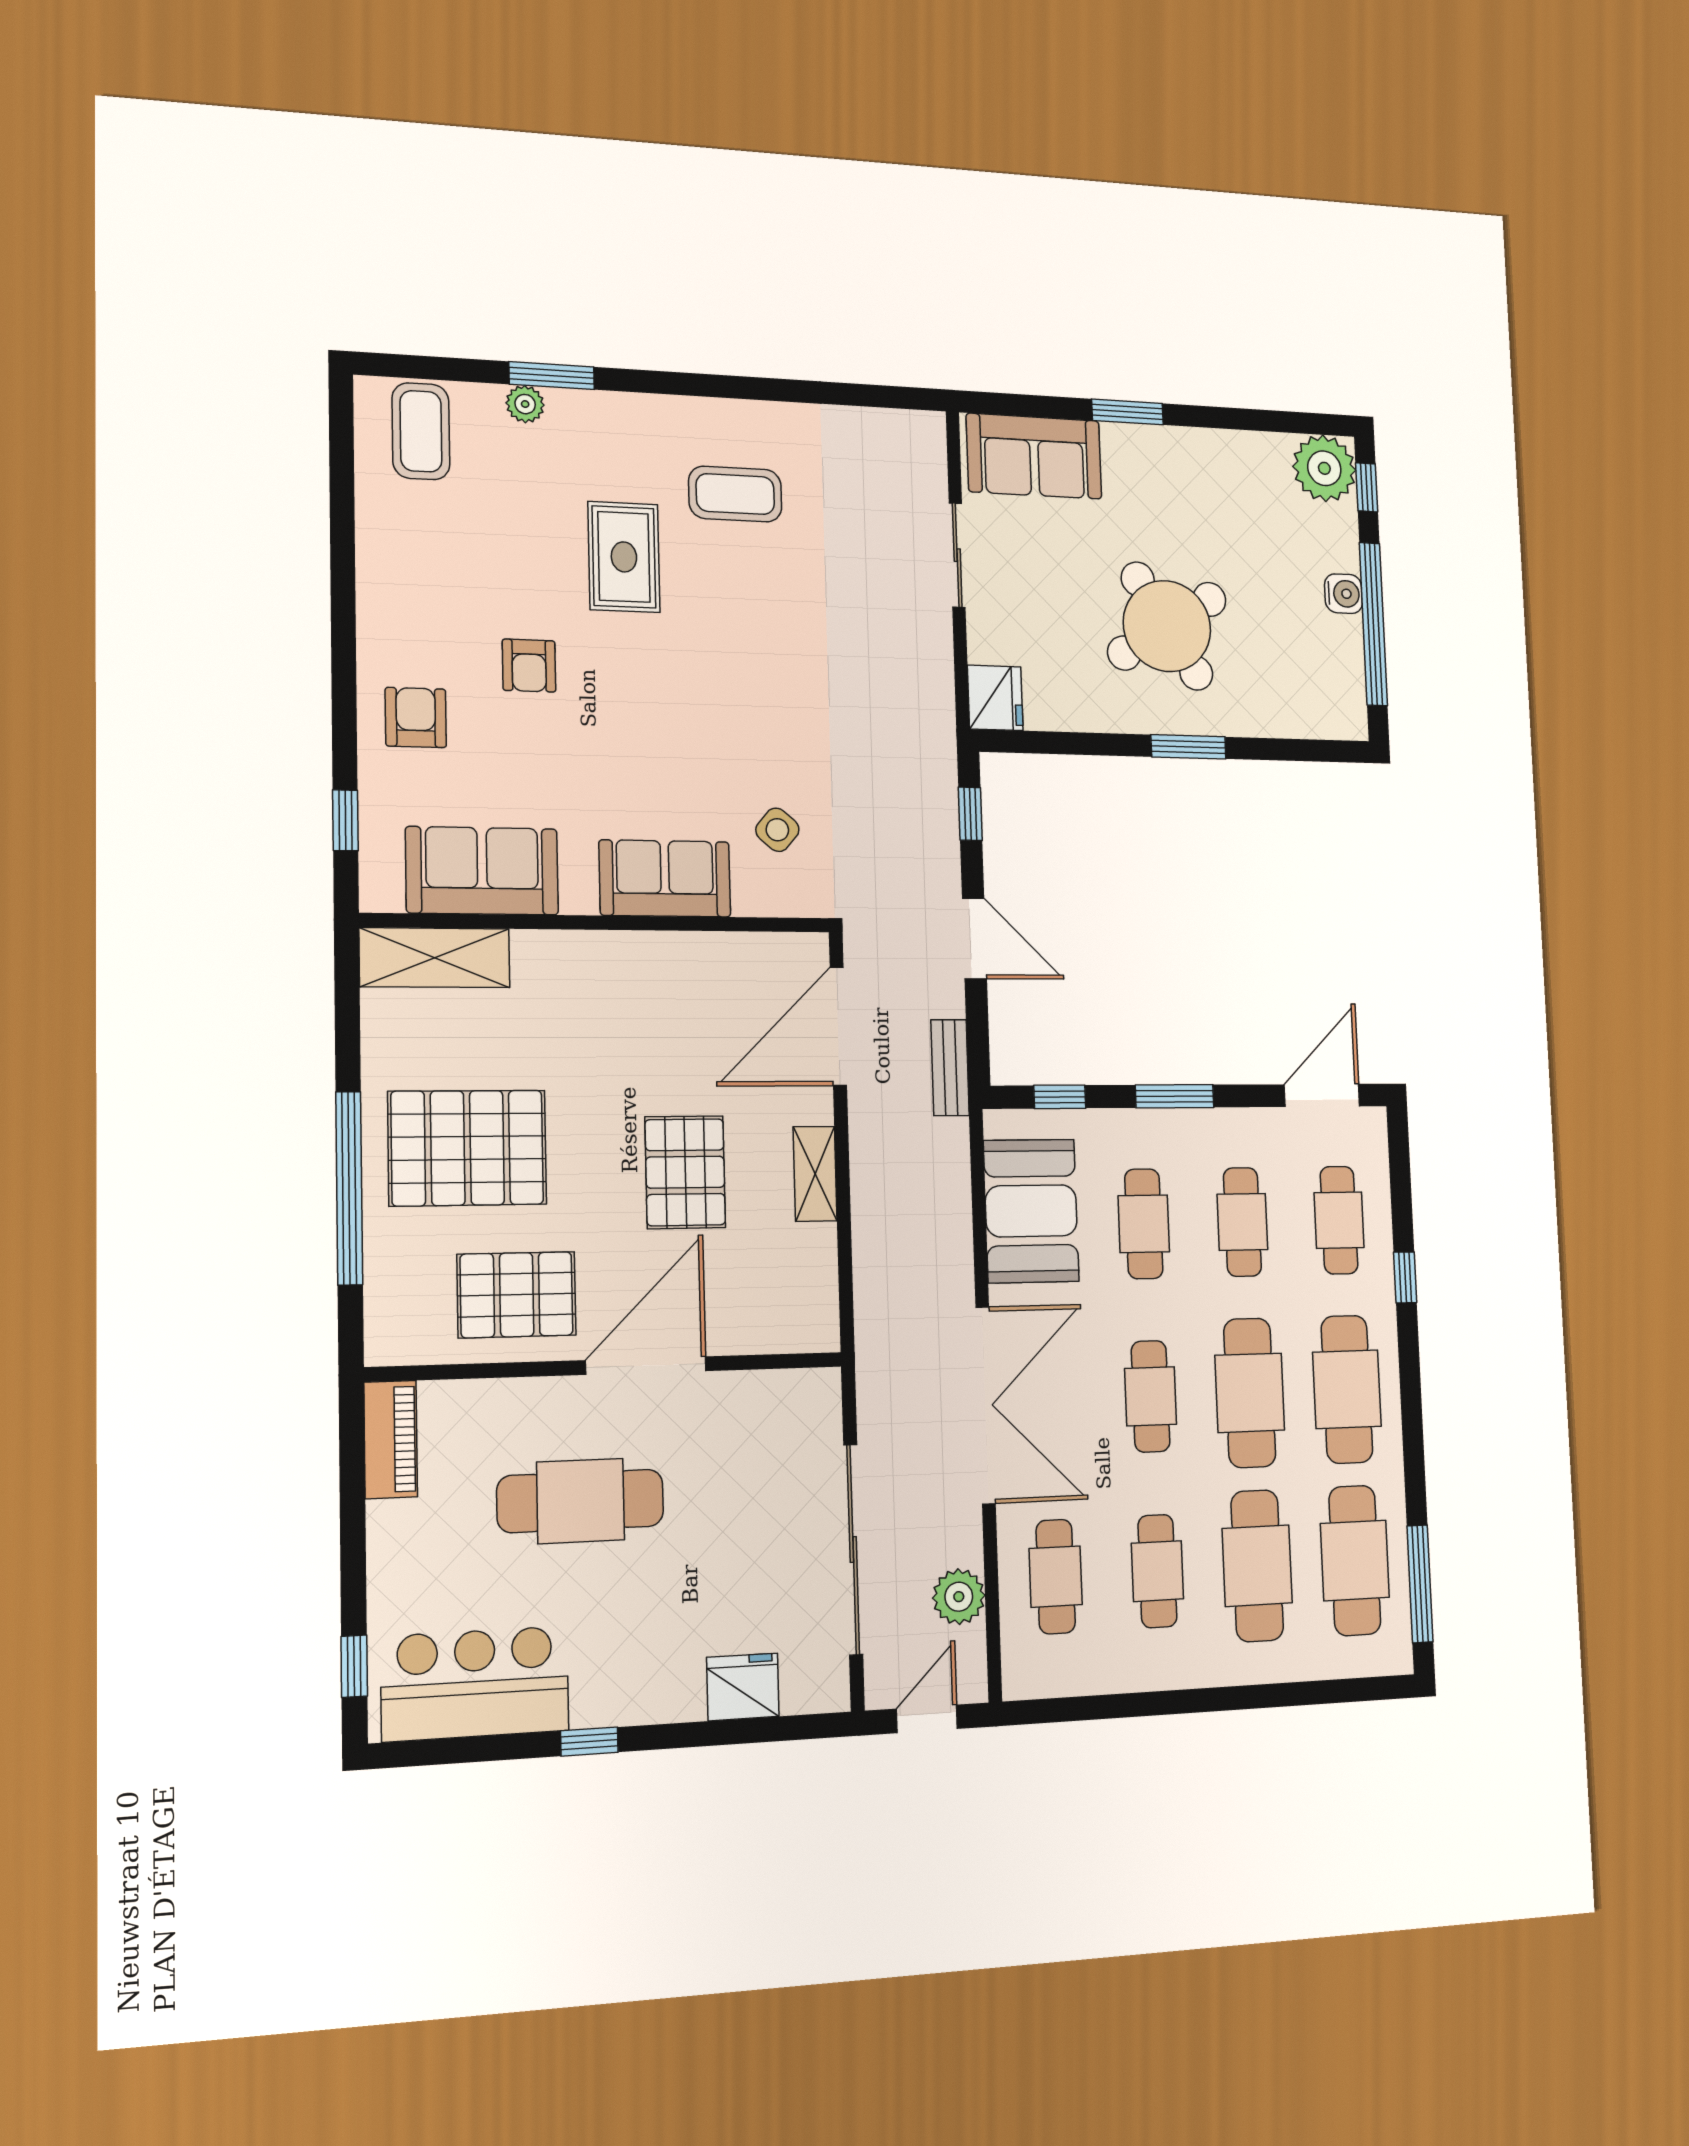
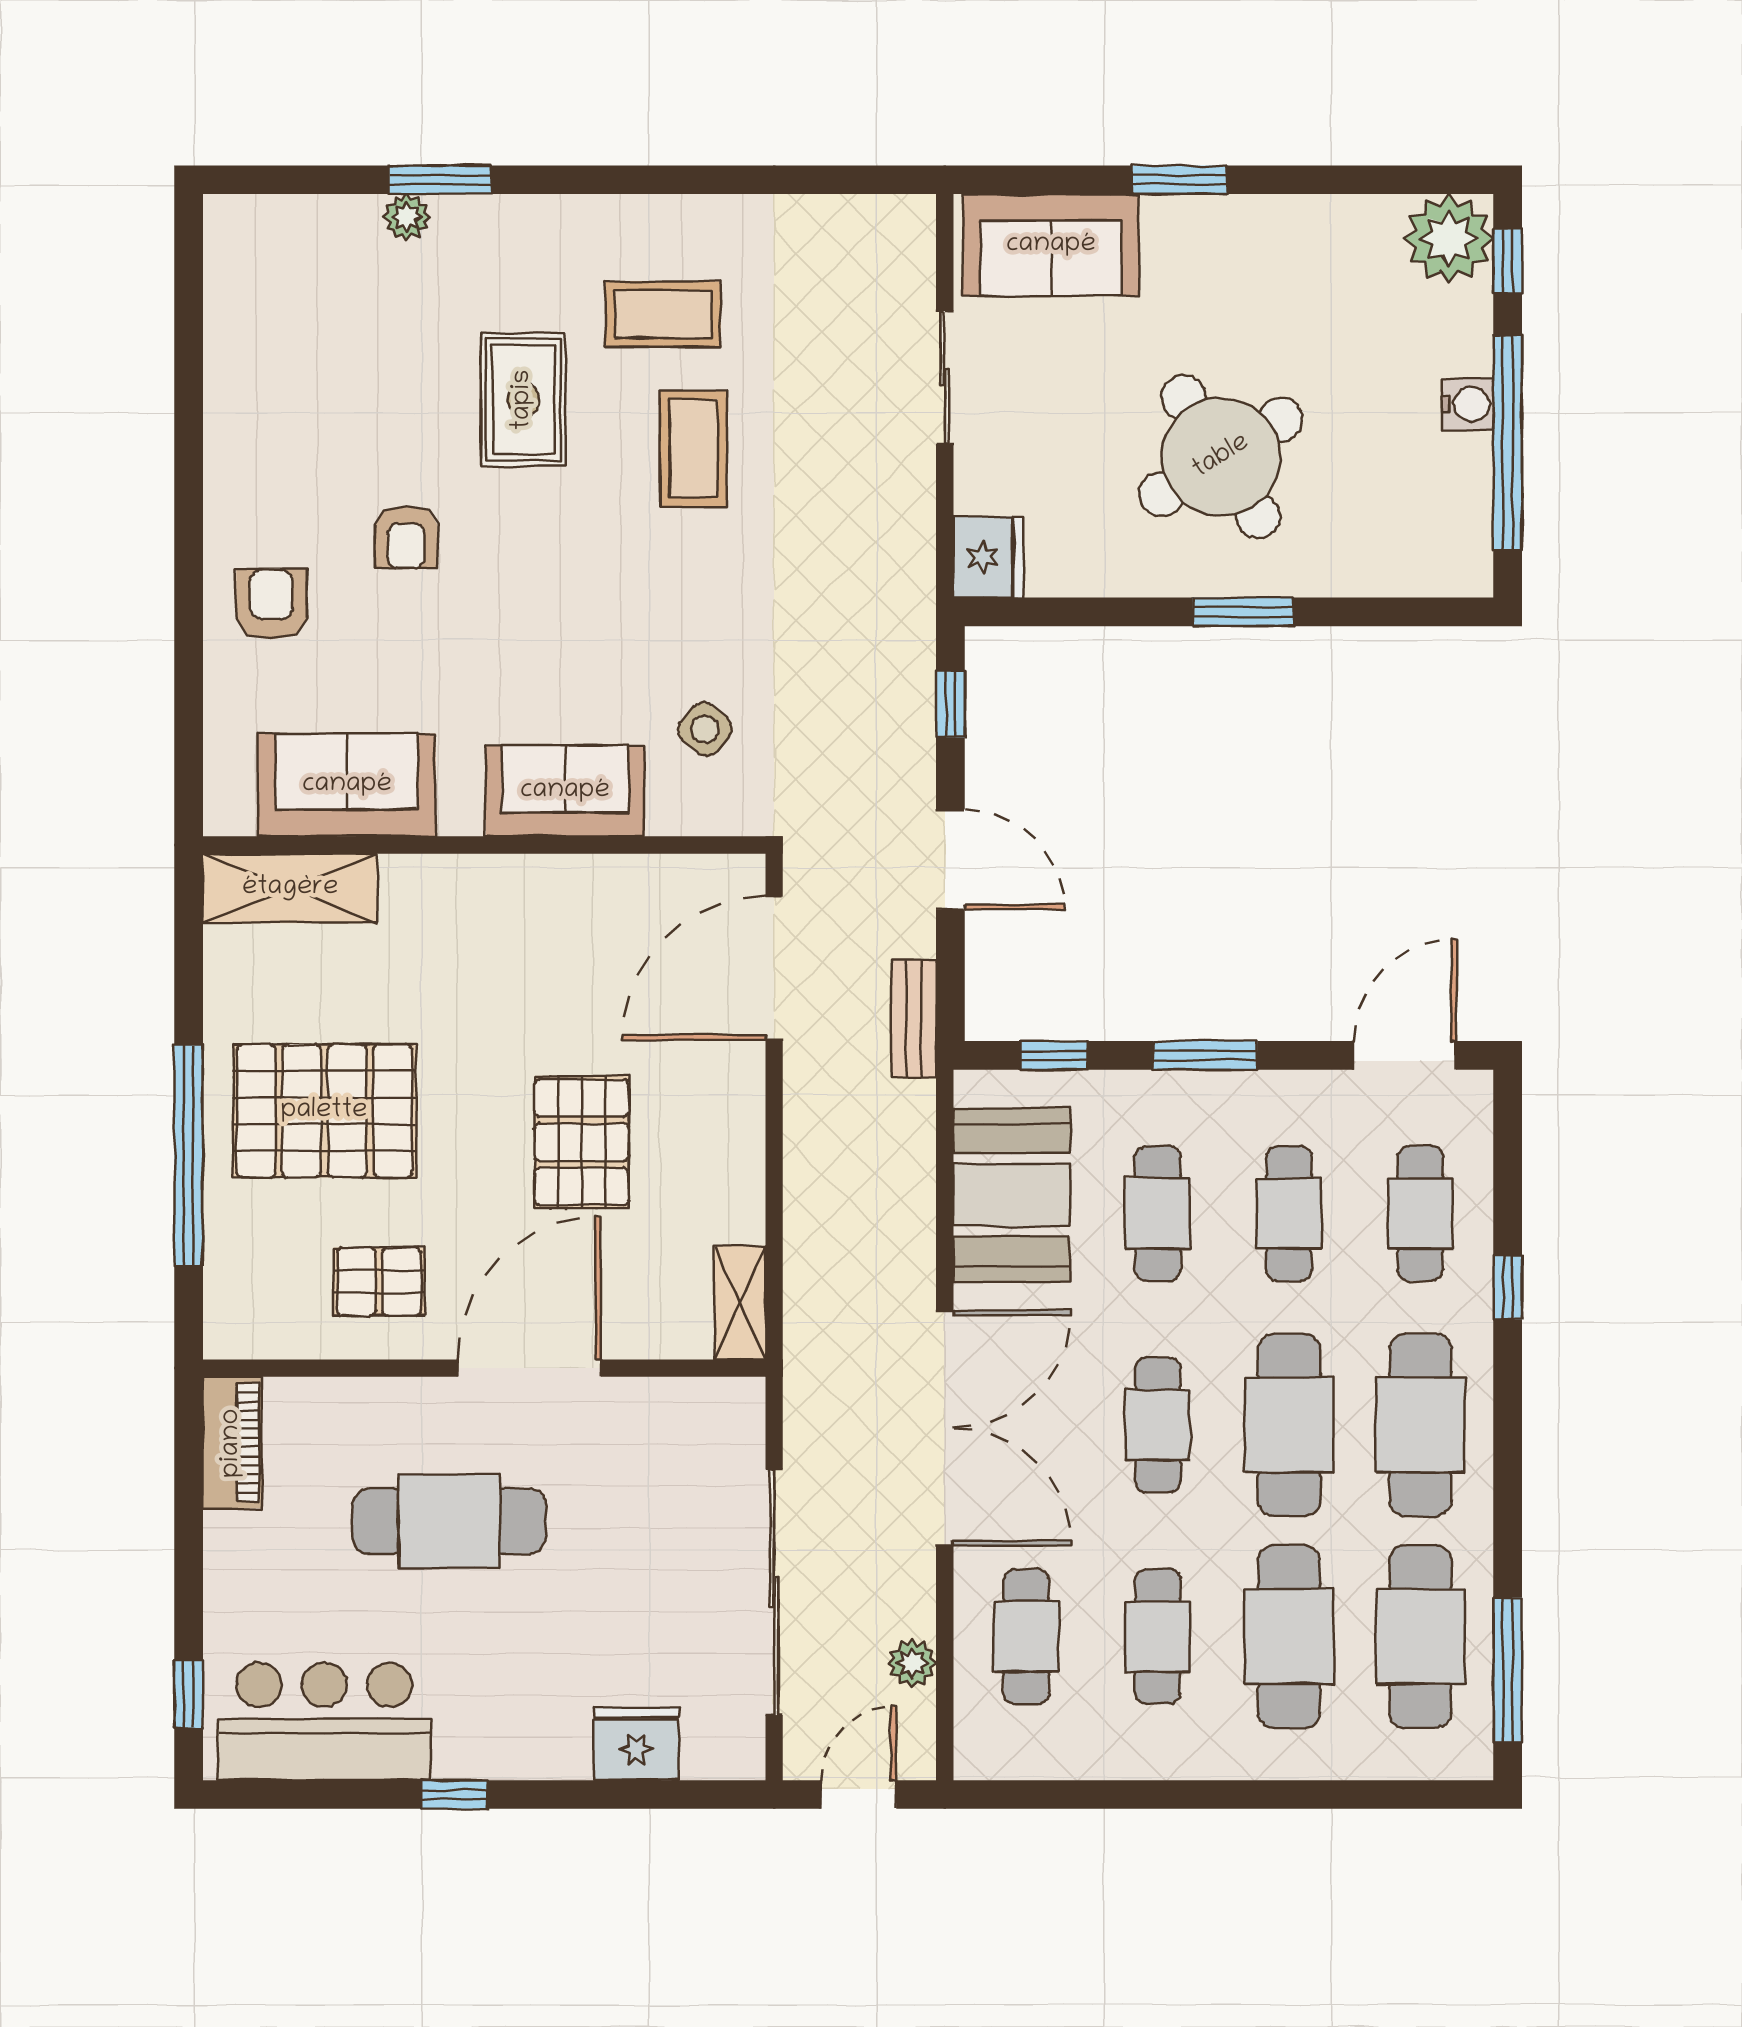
coffee table: (421, 431) -> (694, 449), moved
window: (345, 820) -> (189, 728), removed
shelving: (815, 1174) -> (740, 1303), moved
pallet: (517, 1295) -> (379, 1282), width x0.67, depth x0.71
plant: (959, 1597) -> (912, 1663), width x0.73, depth x0.73

